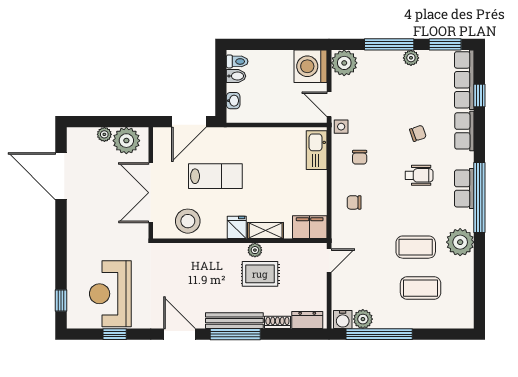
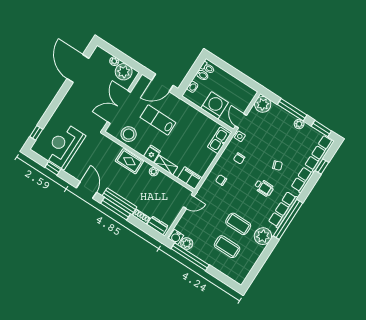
washing machine: (311, 66) -> (215, 105), moved, turned 90
lab bench: (215, 176) -> (158, 120), turned 180
row of seats: (464, 188) -> (283, 210), width x1.48
rug: (260, 274) -> (129, 161), moved

